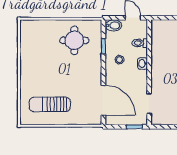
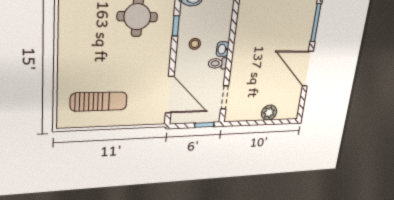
toilet: (140, 43) -> (218, 63), moved
sun lounger: (50, 104) -> (99, 102), turned 180

